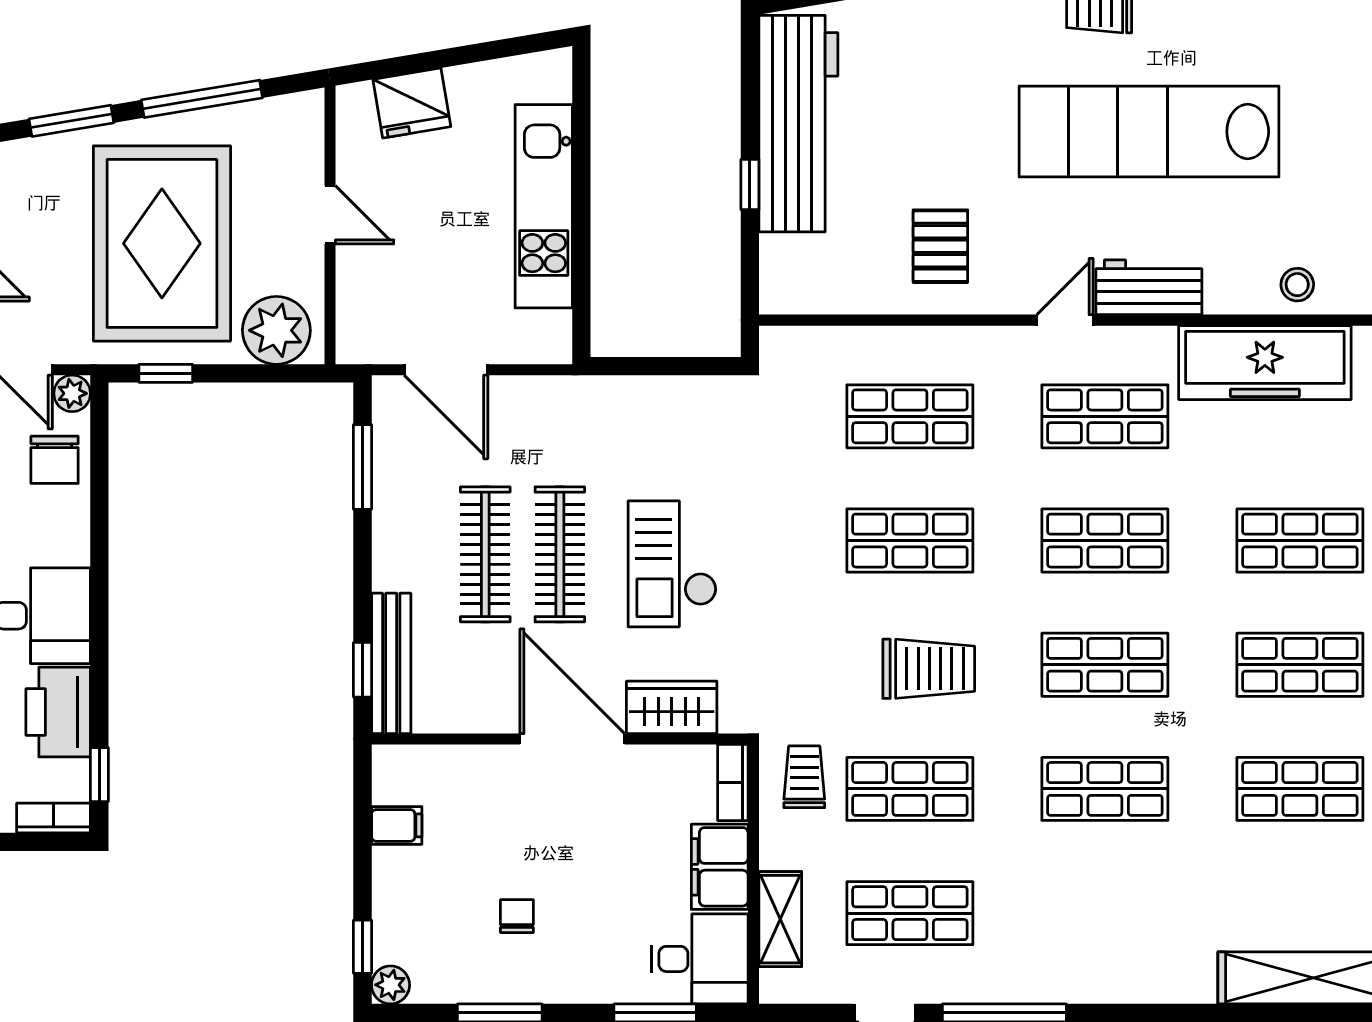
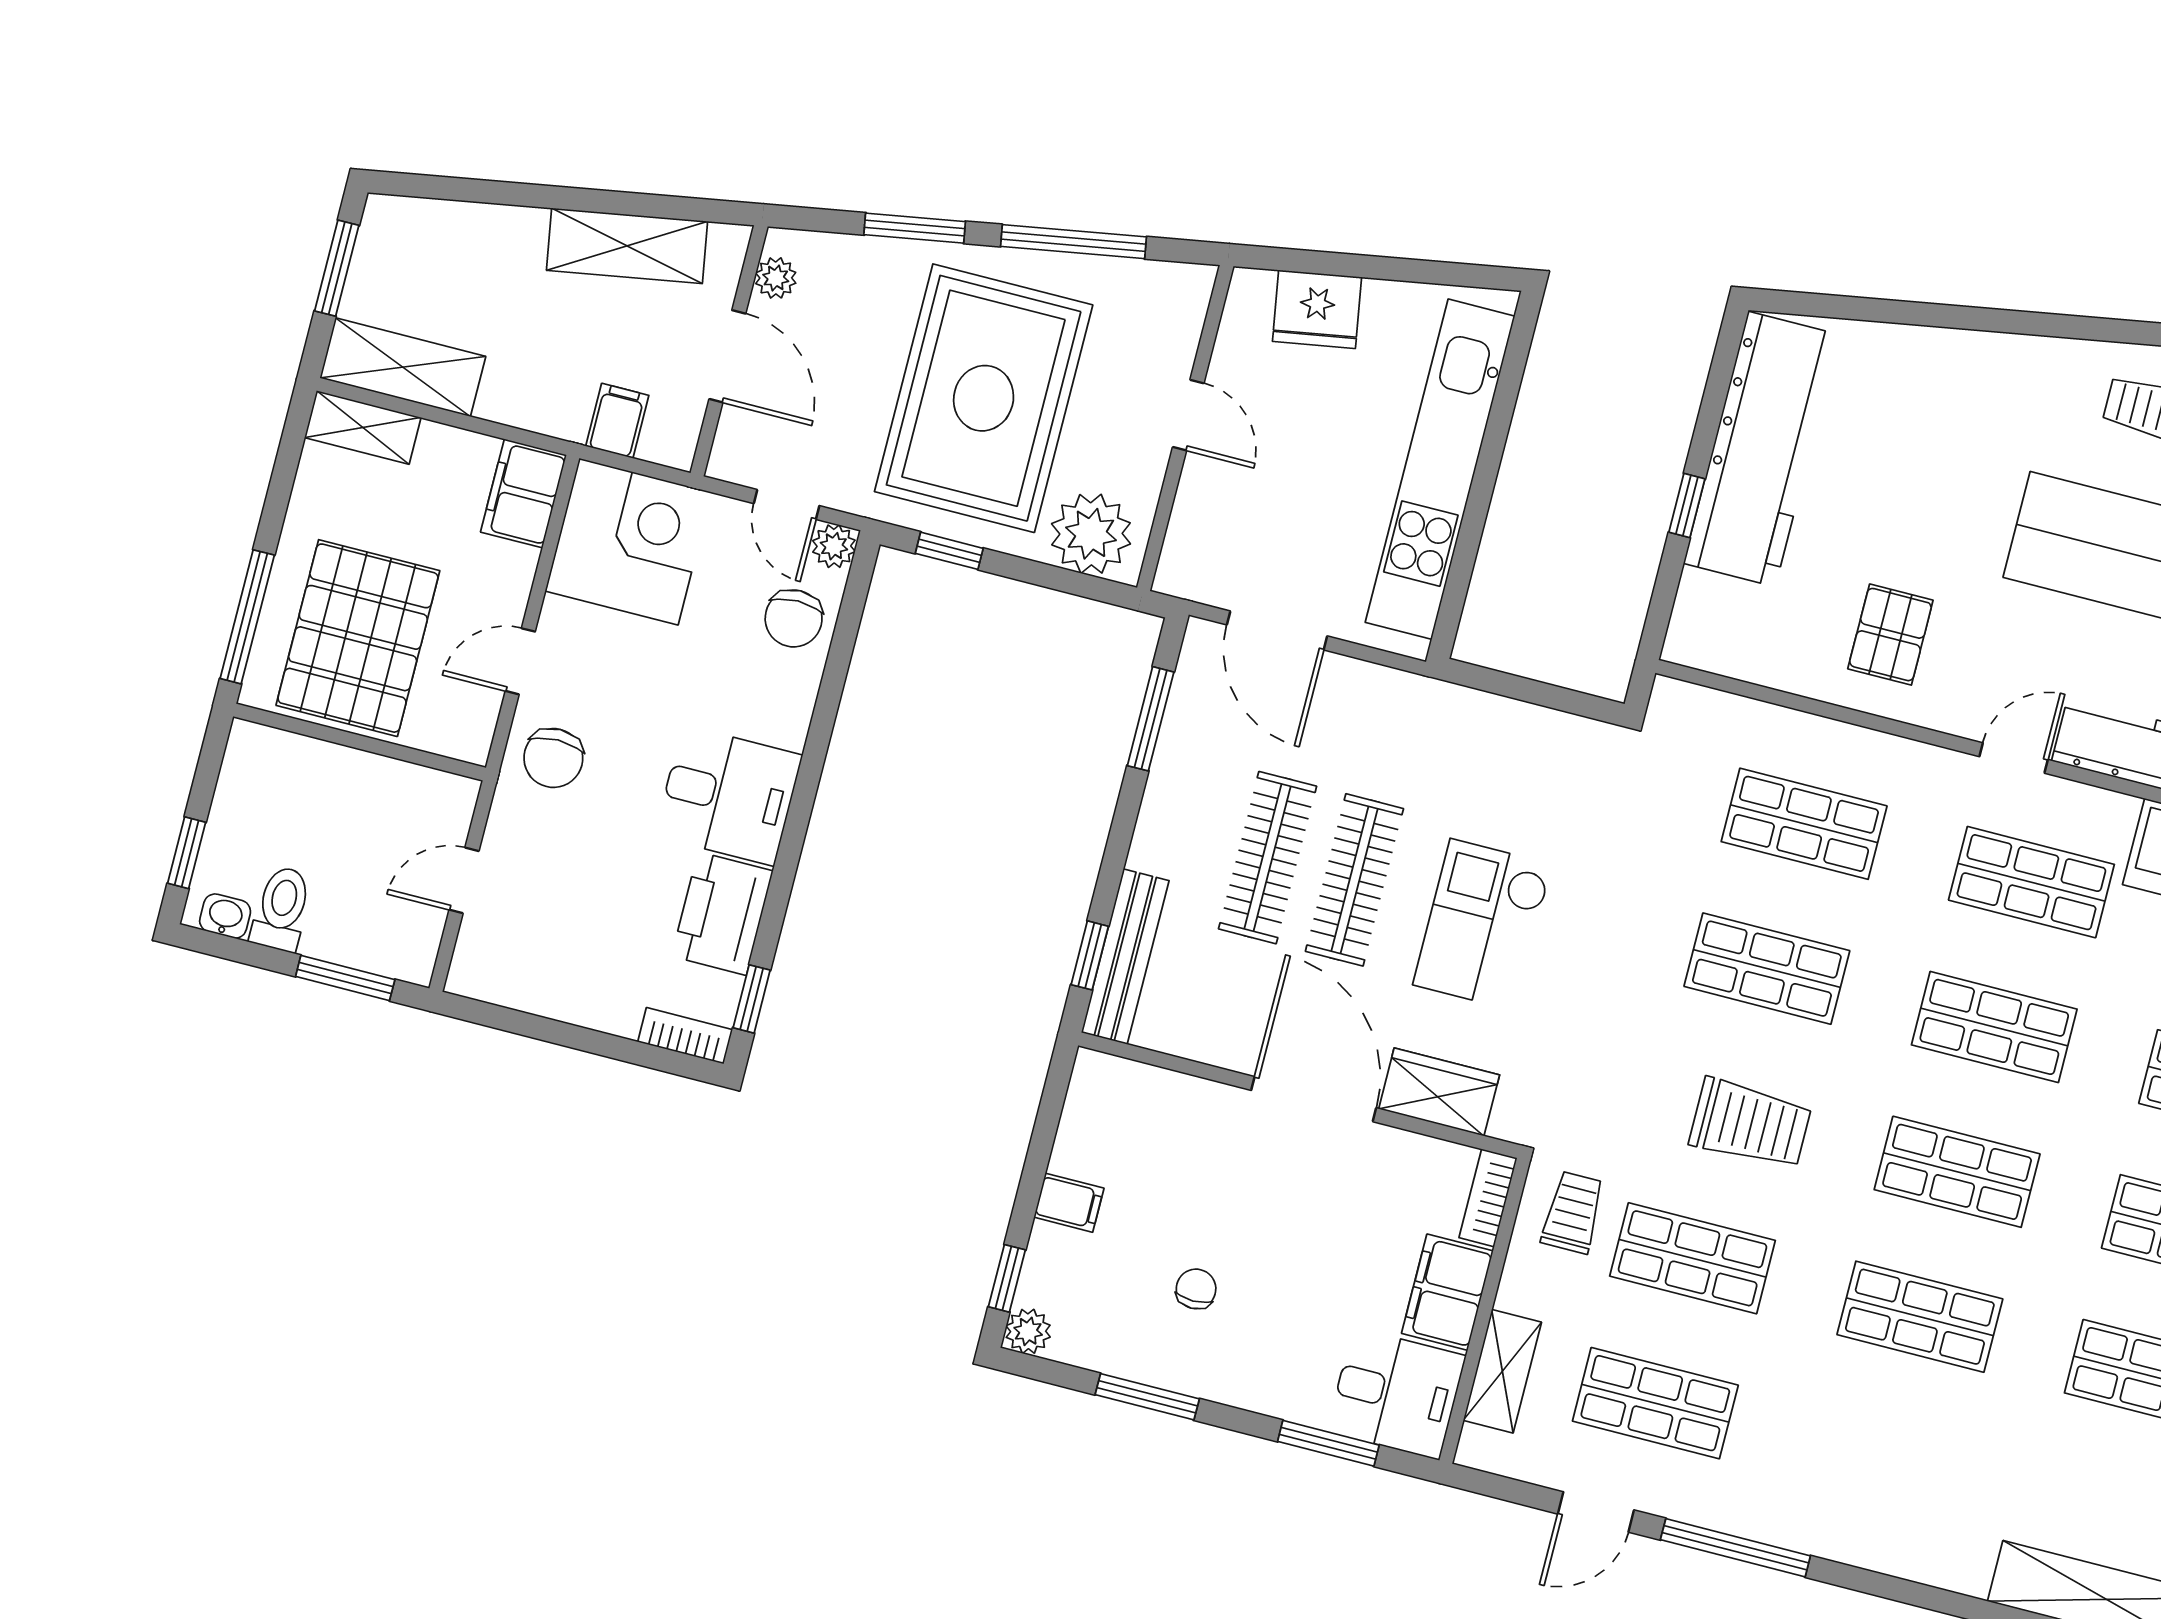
kitchen unit: (544, 206) -> (1440, 469), width x1.36
filing cabinet: (397, 825) -> (1069, 1203), moved

